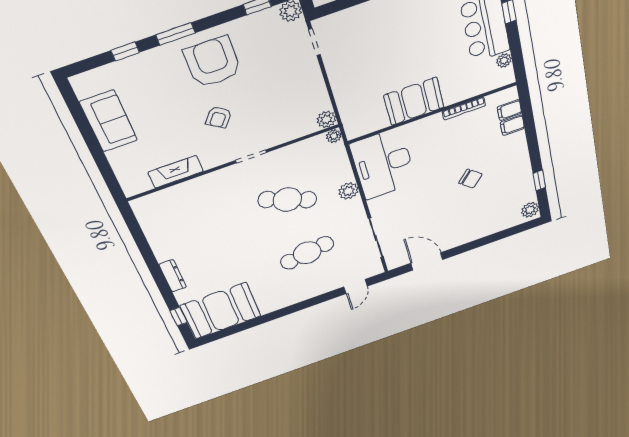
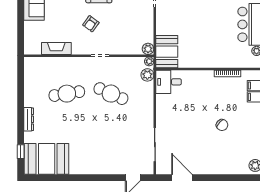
booth: (414, 101) -> (167, 52), moved, turned 90
desk: (383, 164) -> (169, 82), width x0.53, depth x0.77
plant: (348, 191) -> (147, 75), moved
cafe table: (307, 253) -> (67, 94), moved

